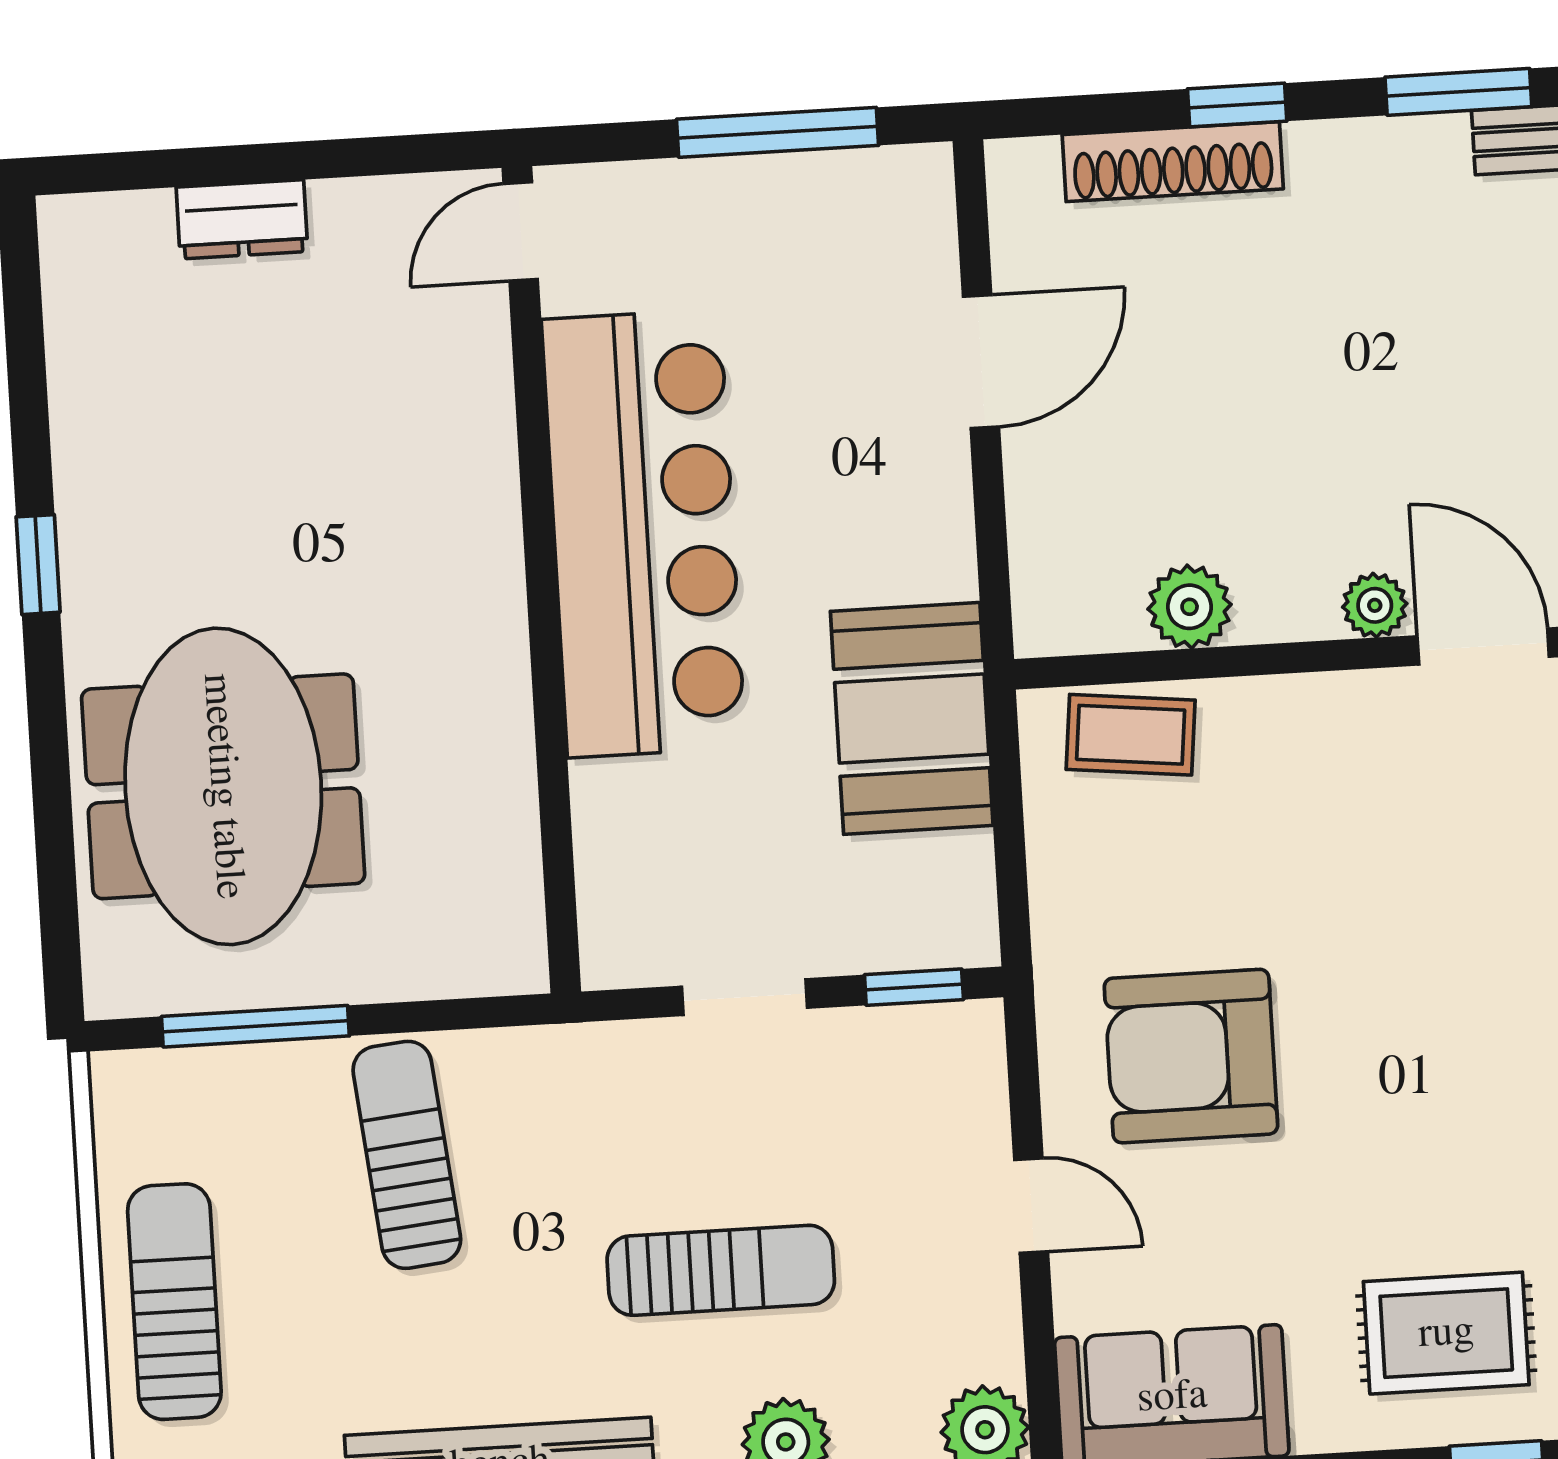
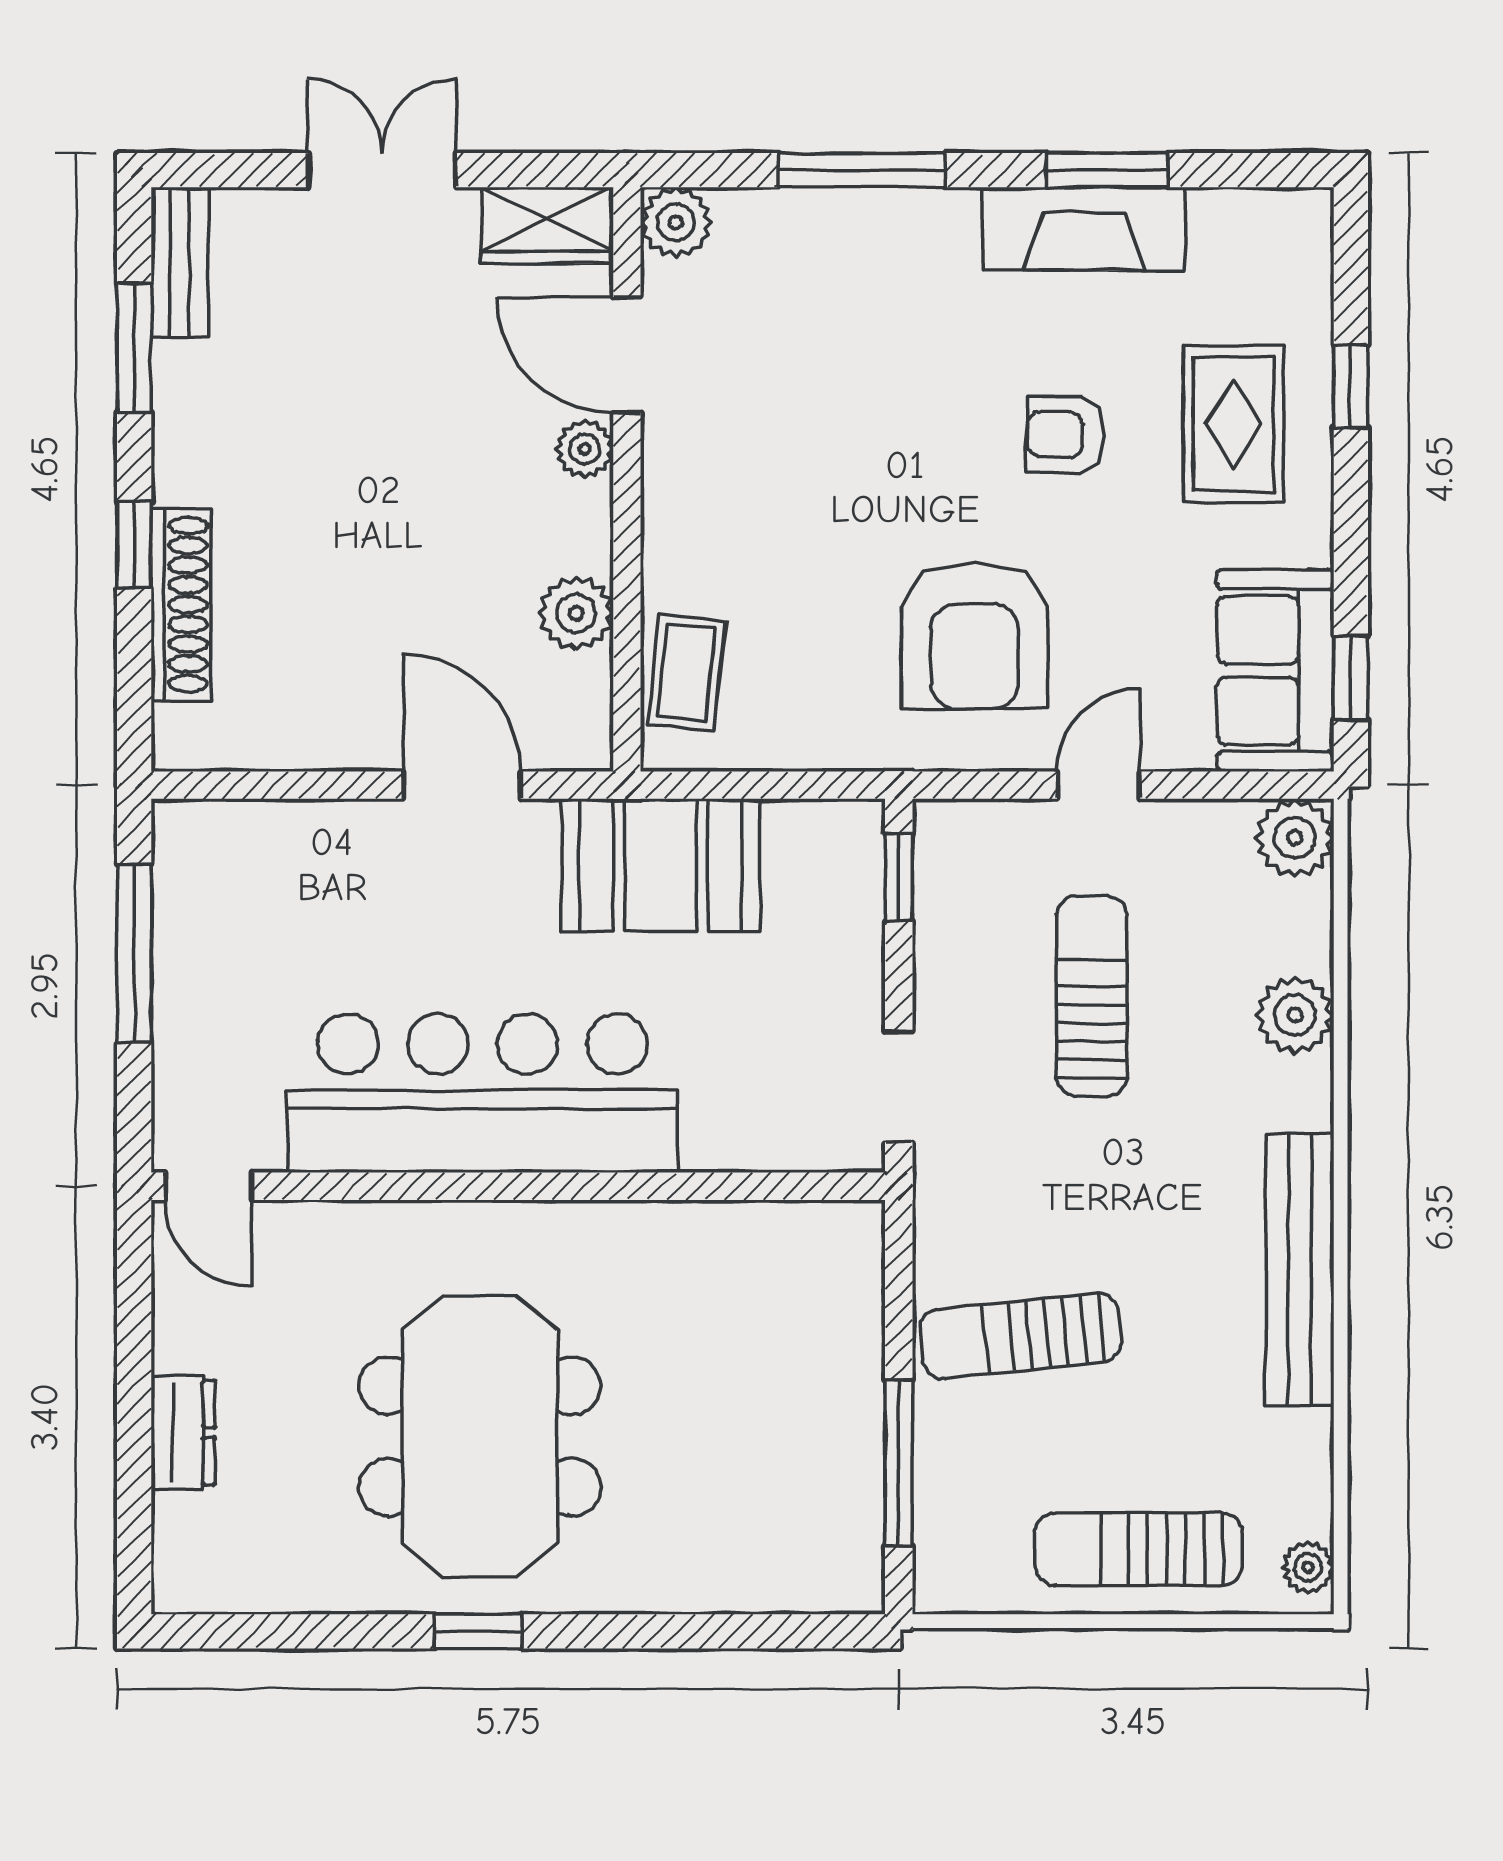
door: (981, 362) -> (462, 785), moved
door: (1483, 646) -> (627, 355), hinge flipped
meeting table: (223, 786) -> (480, 1436), moved, turned 90
doorway: (745, 997) -> (899, 1087), moved
armchair: (1423, 1145) -> (1065, 435), added
sun lounger: (721, 1270) -> (1092, 996), moved

